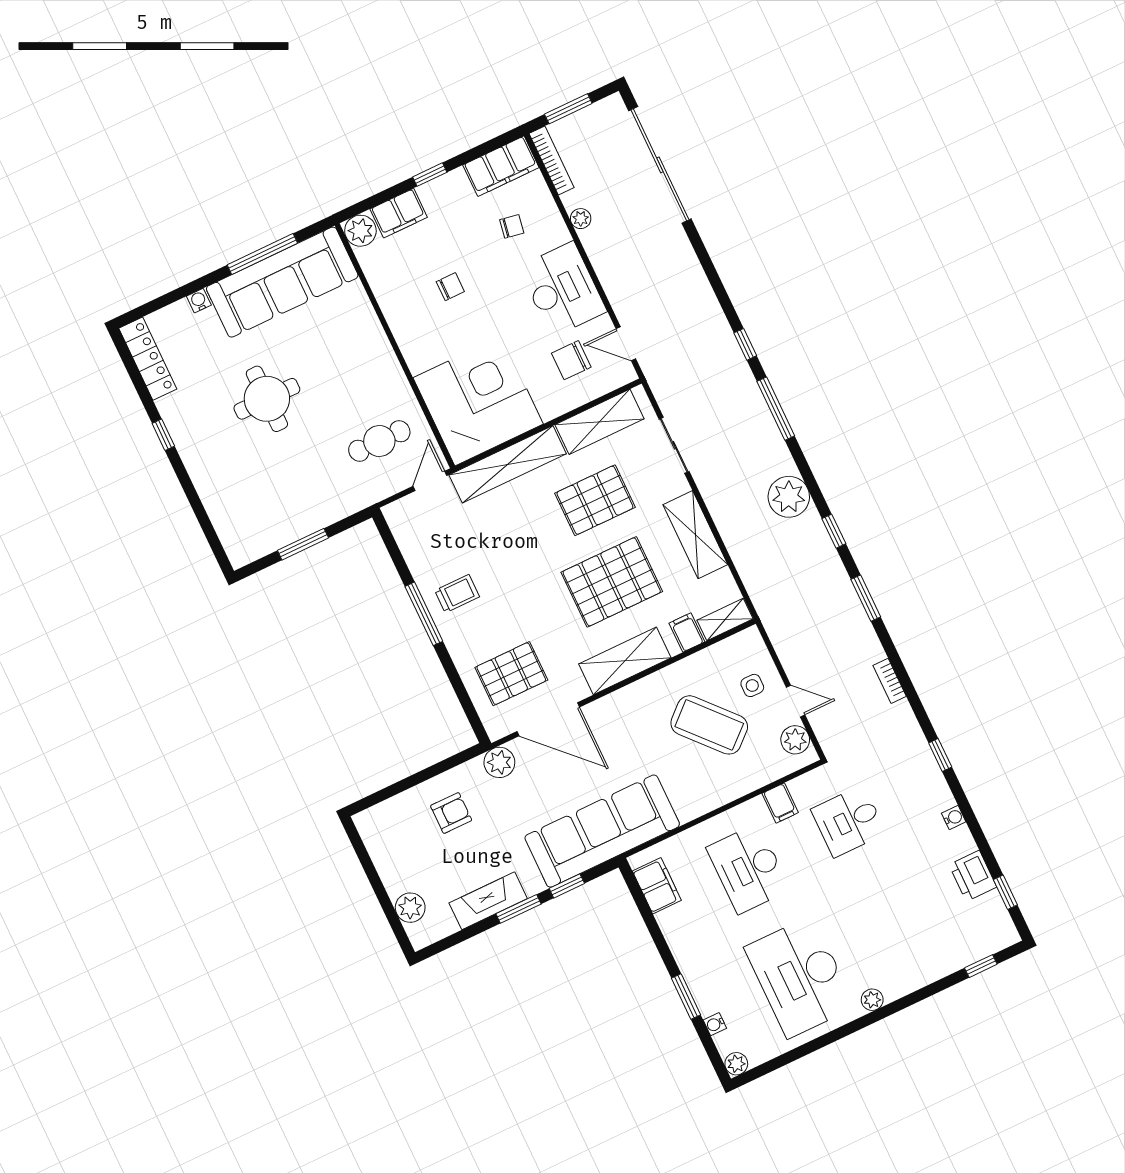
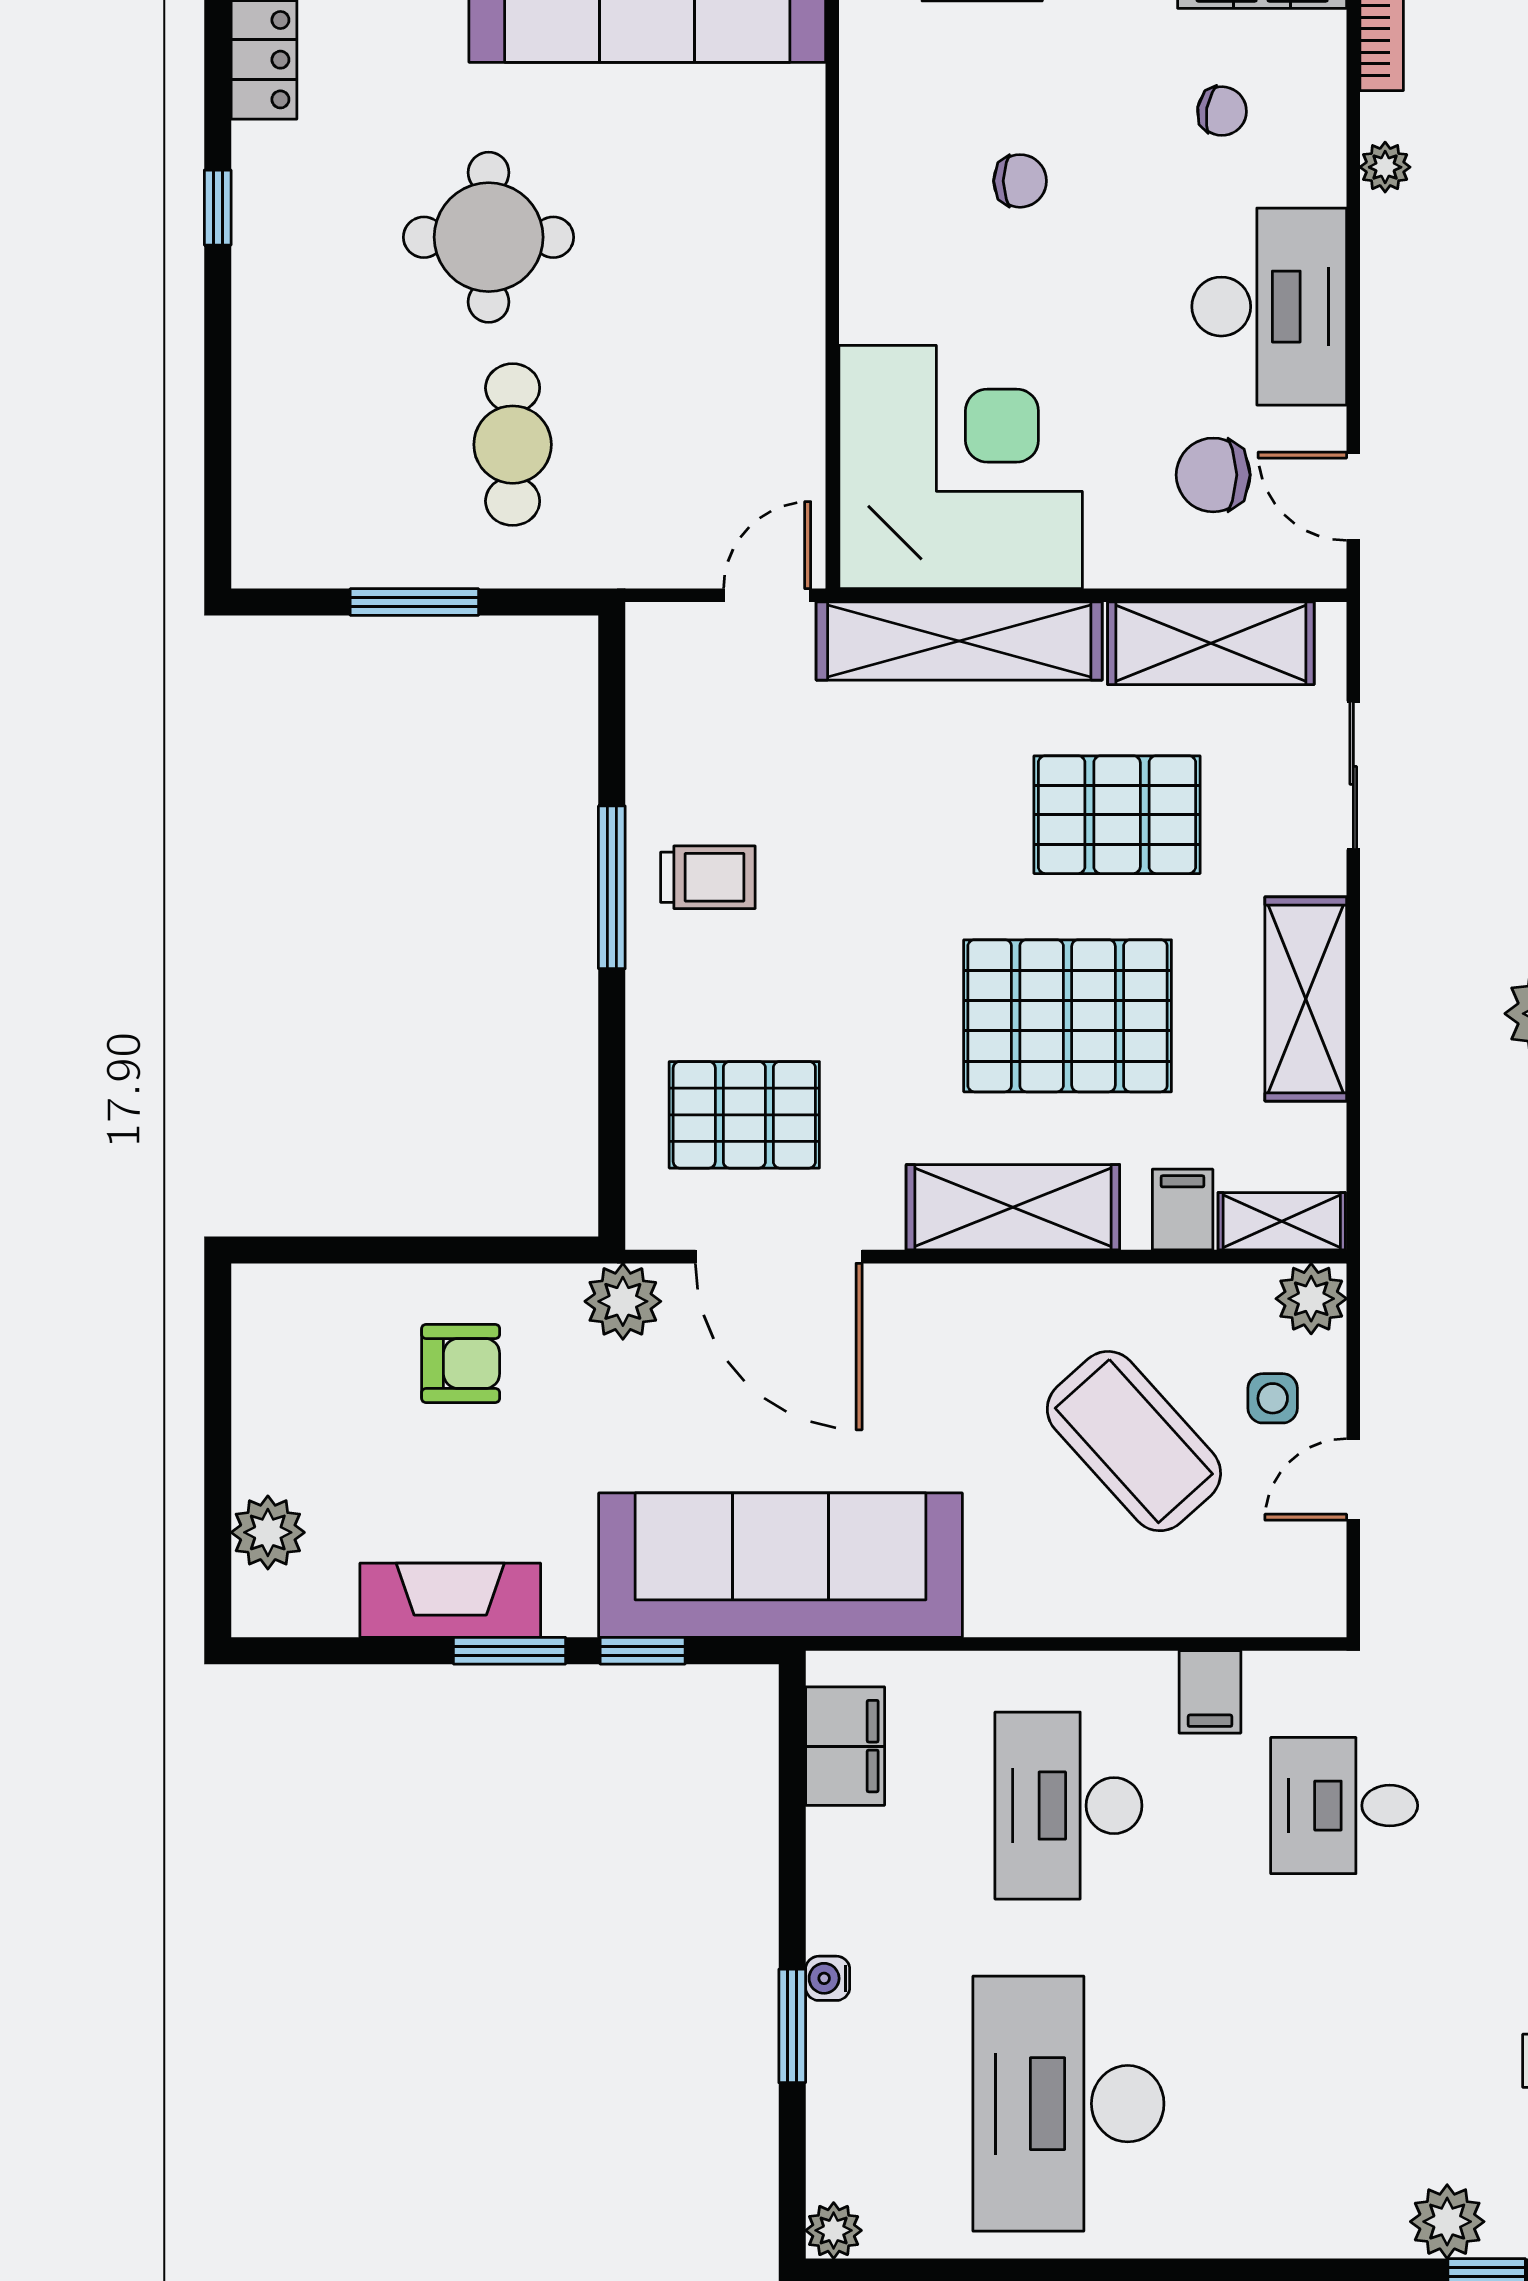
cafe table: (379, 441) -> (513, 445), moved, turned 90
door: (796, 701) -> (1353, 1479), swing flipped
plant: (795, 740) -> (1311, 1299), moved
plant: (872, 1000) -> (1447, 2222), moved, width x1.38, depth x1.38
water cooler: (715, 1024) -> (828, 1978), moved

